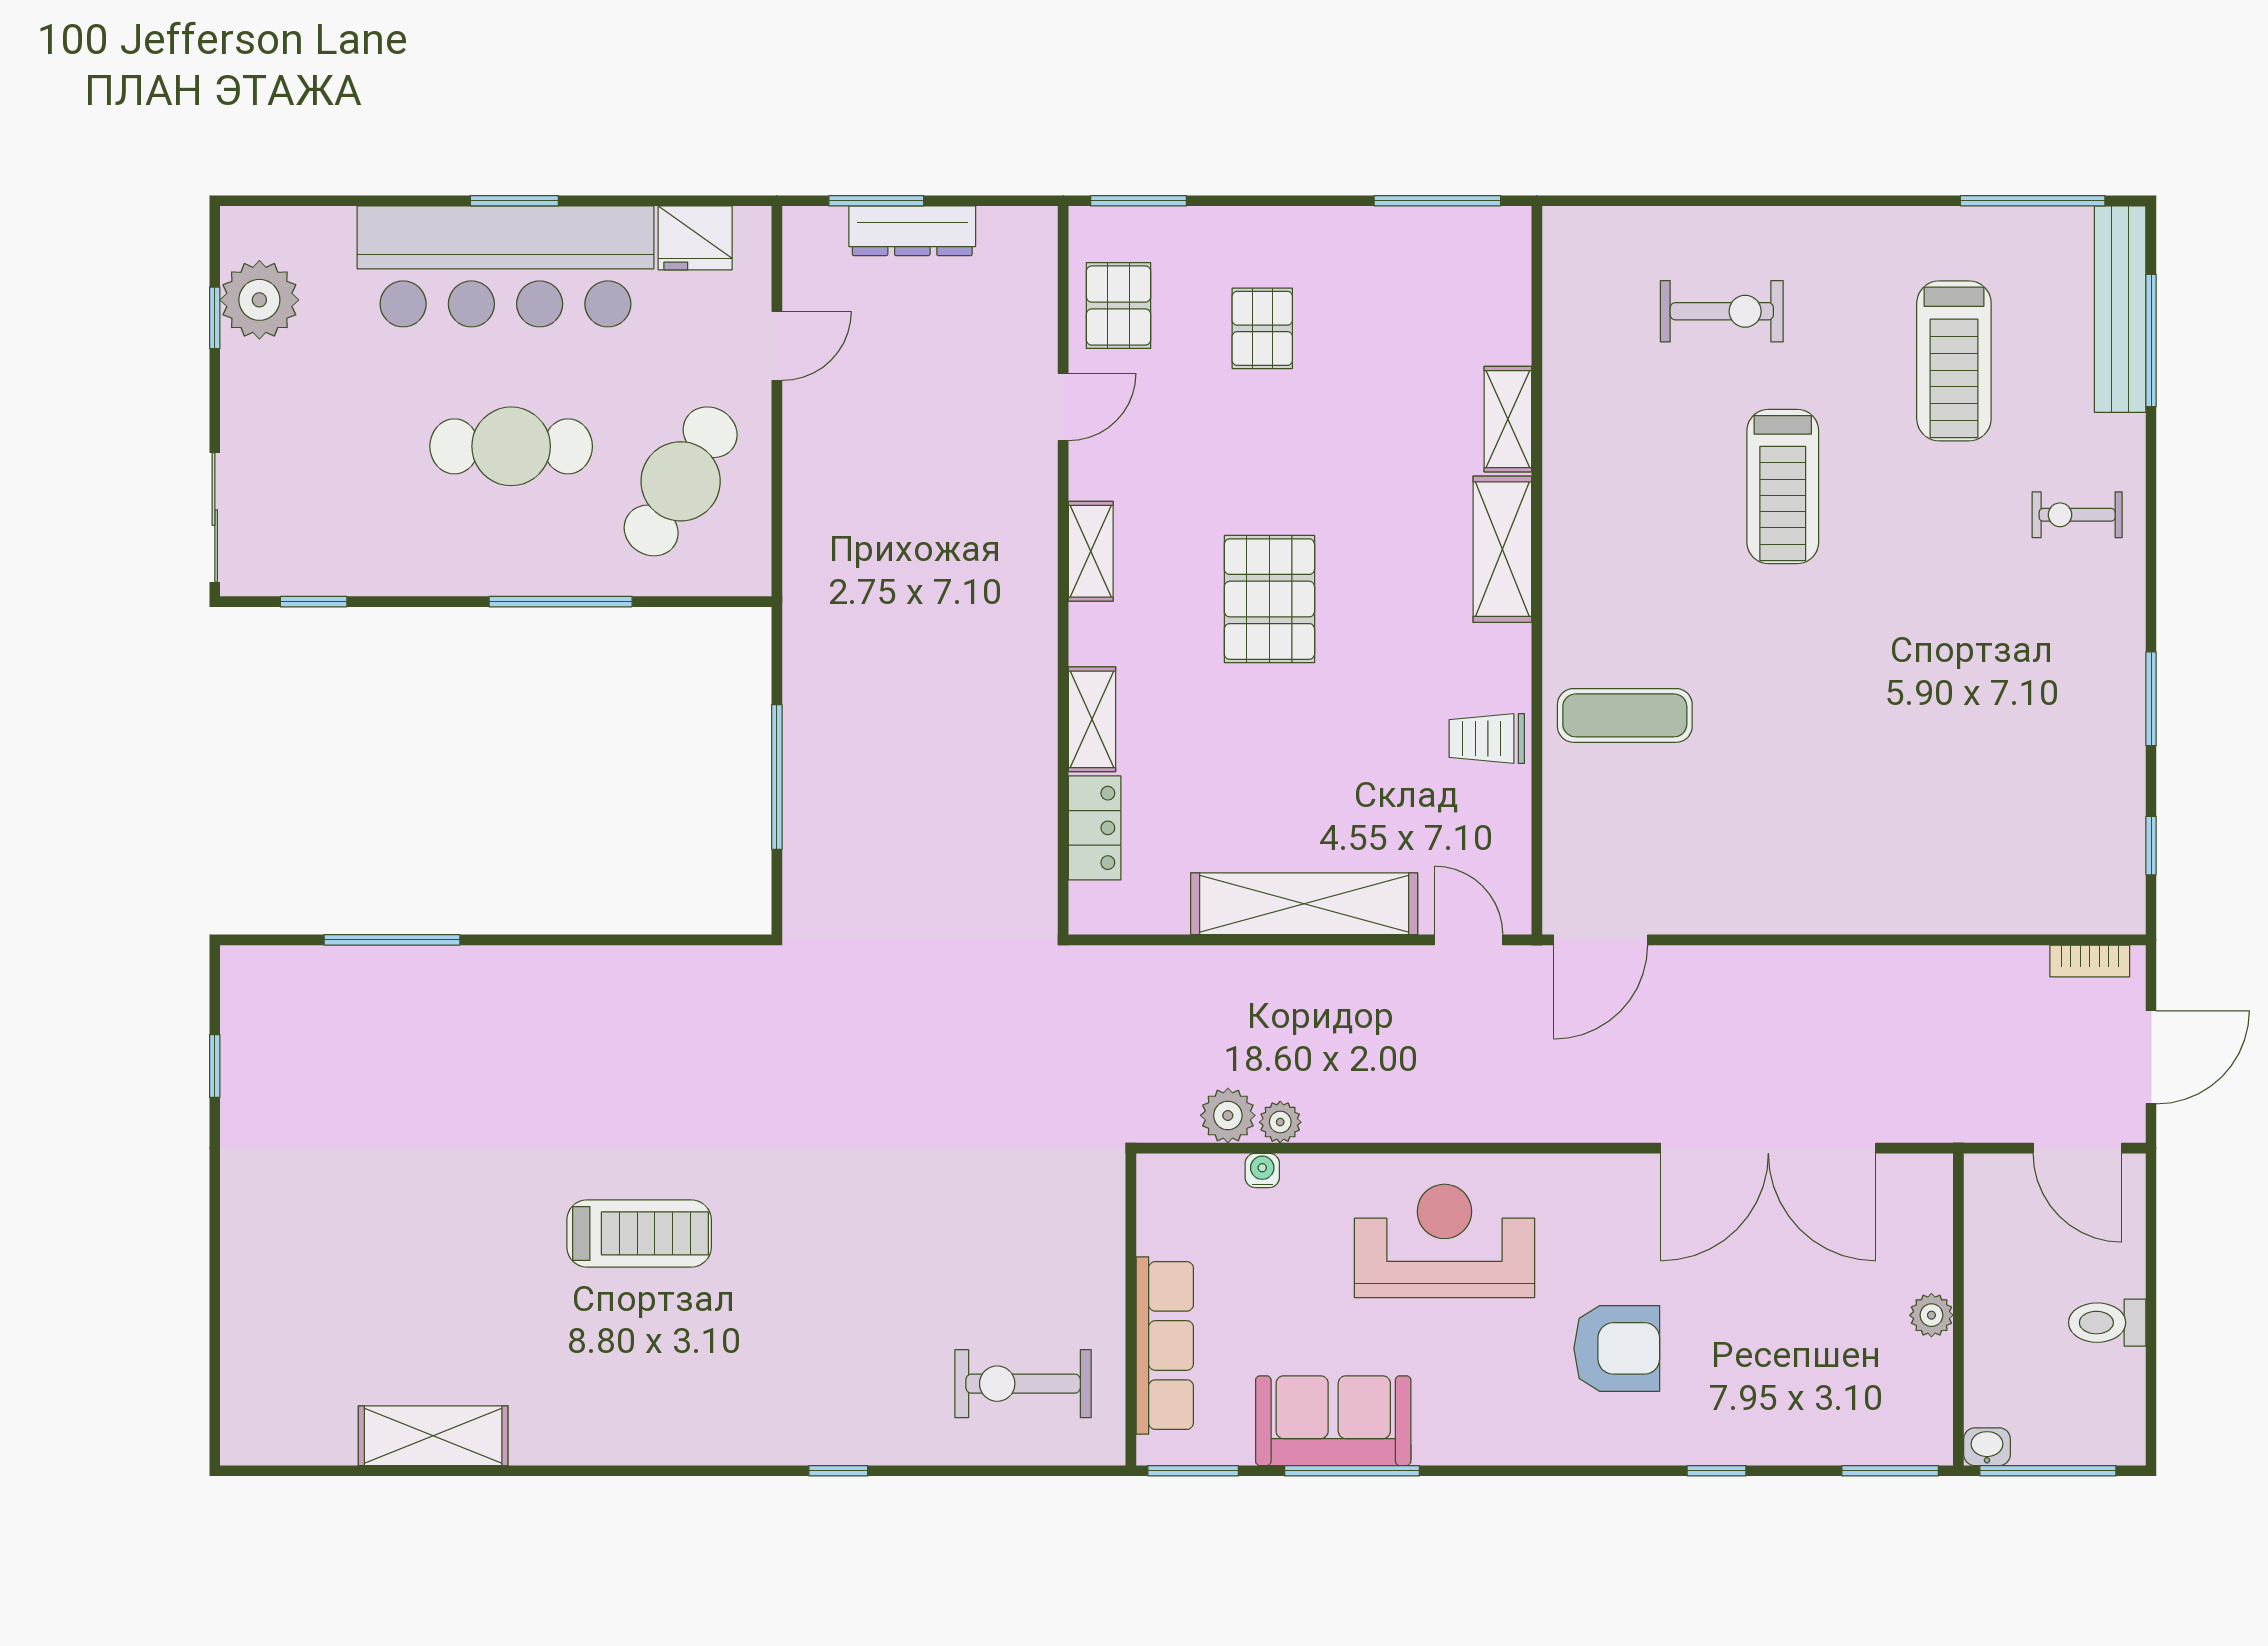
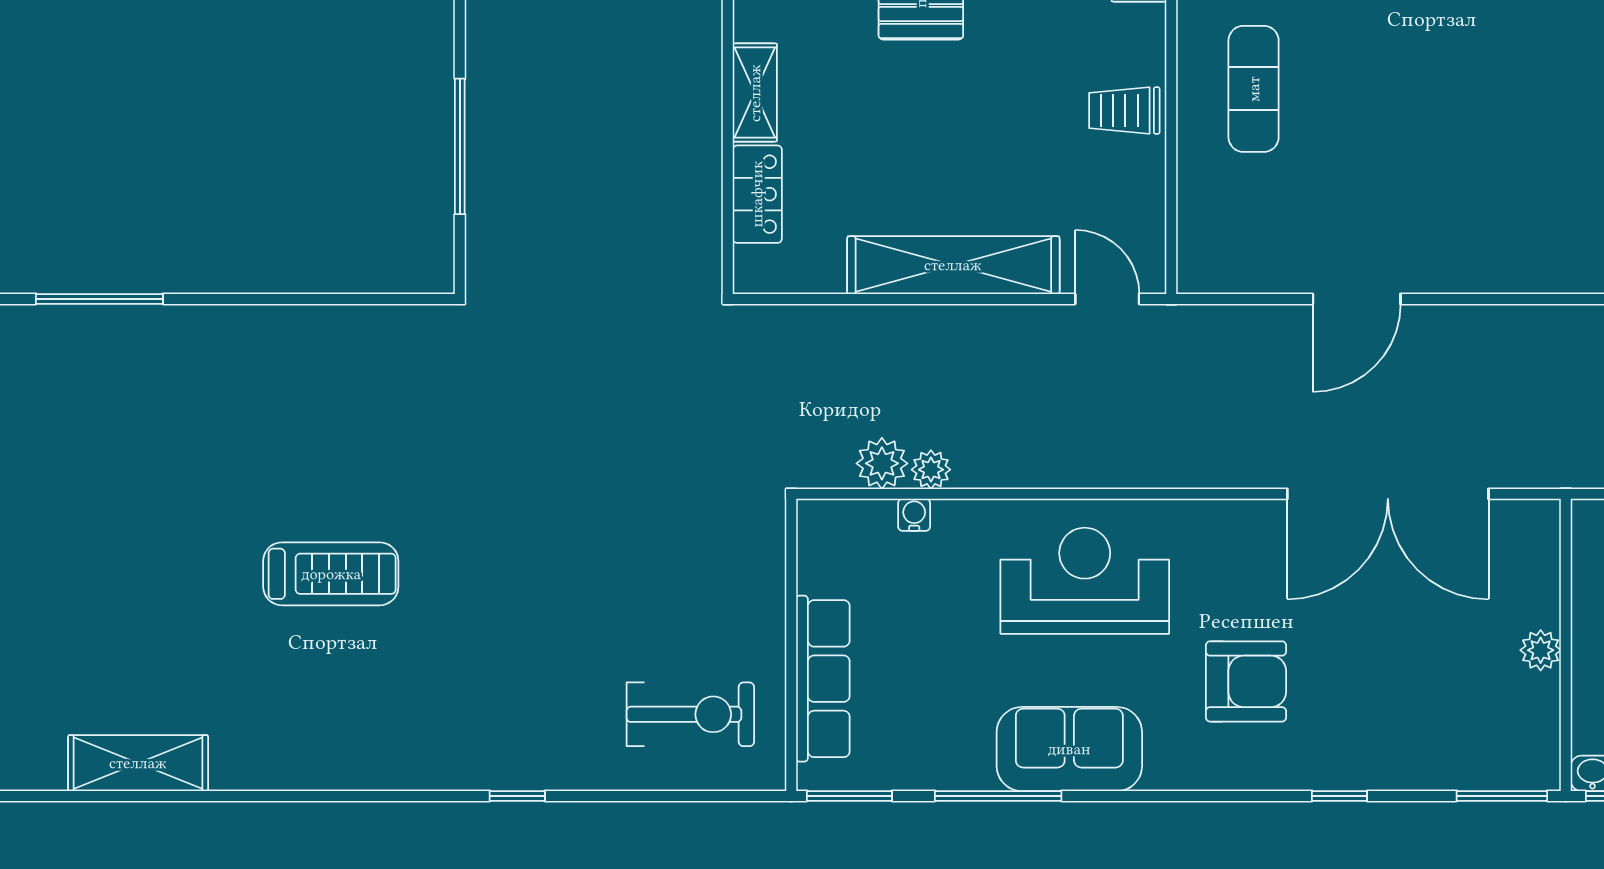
exercise mat: (1625, 715) -> (1254, 89), turned 90
door: (1601, 940) -> (1357, 299), moved
exercise bike: (1023, 1384) -> (690, 714), turned 180
sofa: (1333, 1421) -> (1069, 749), moved

